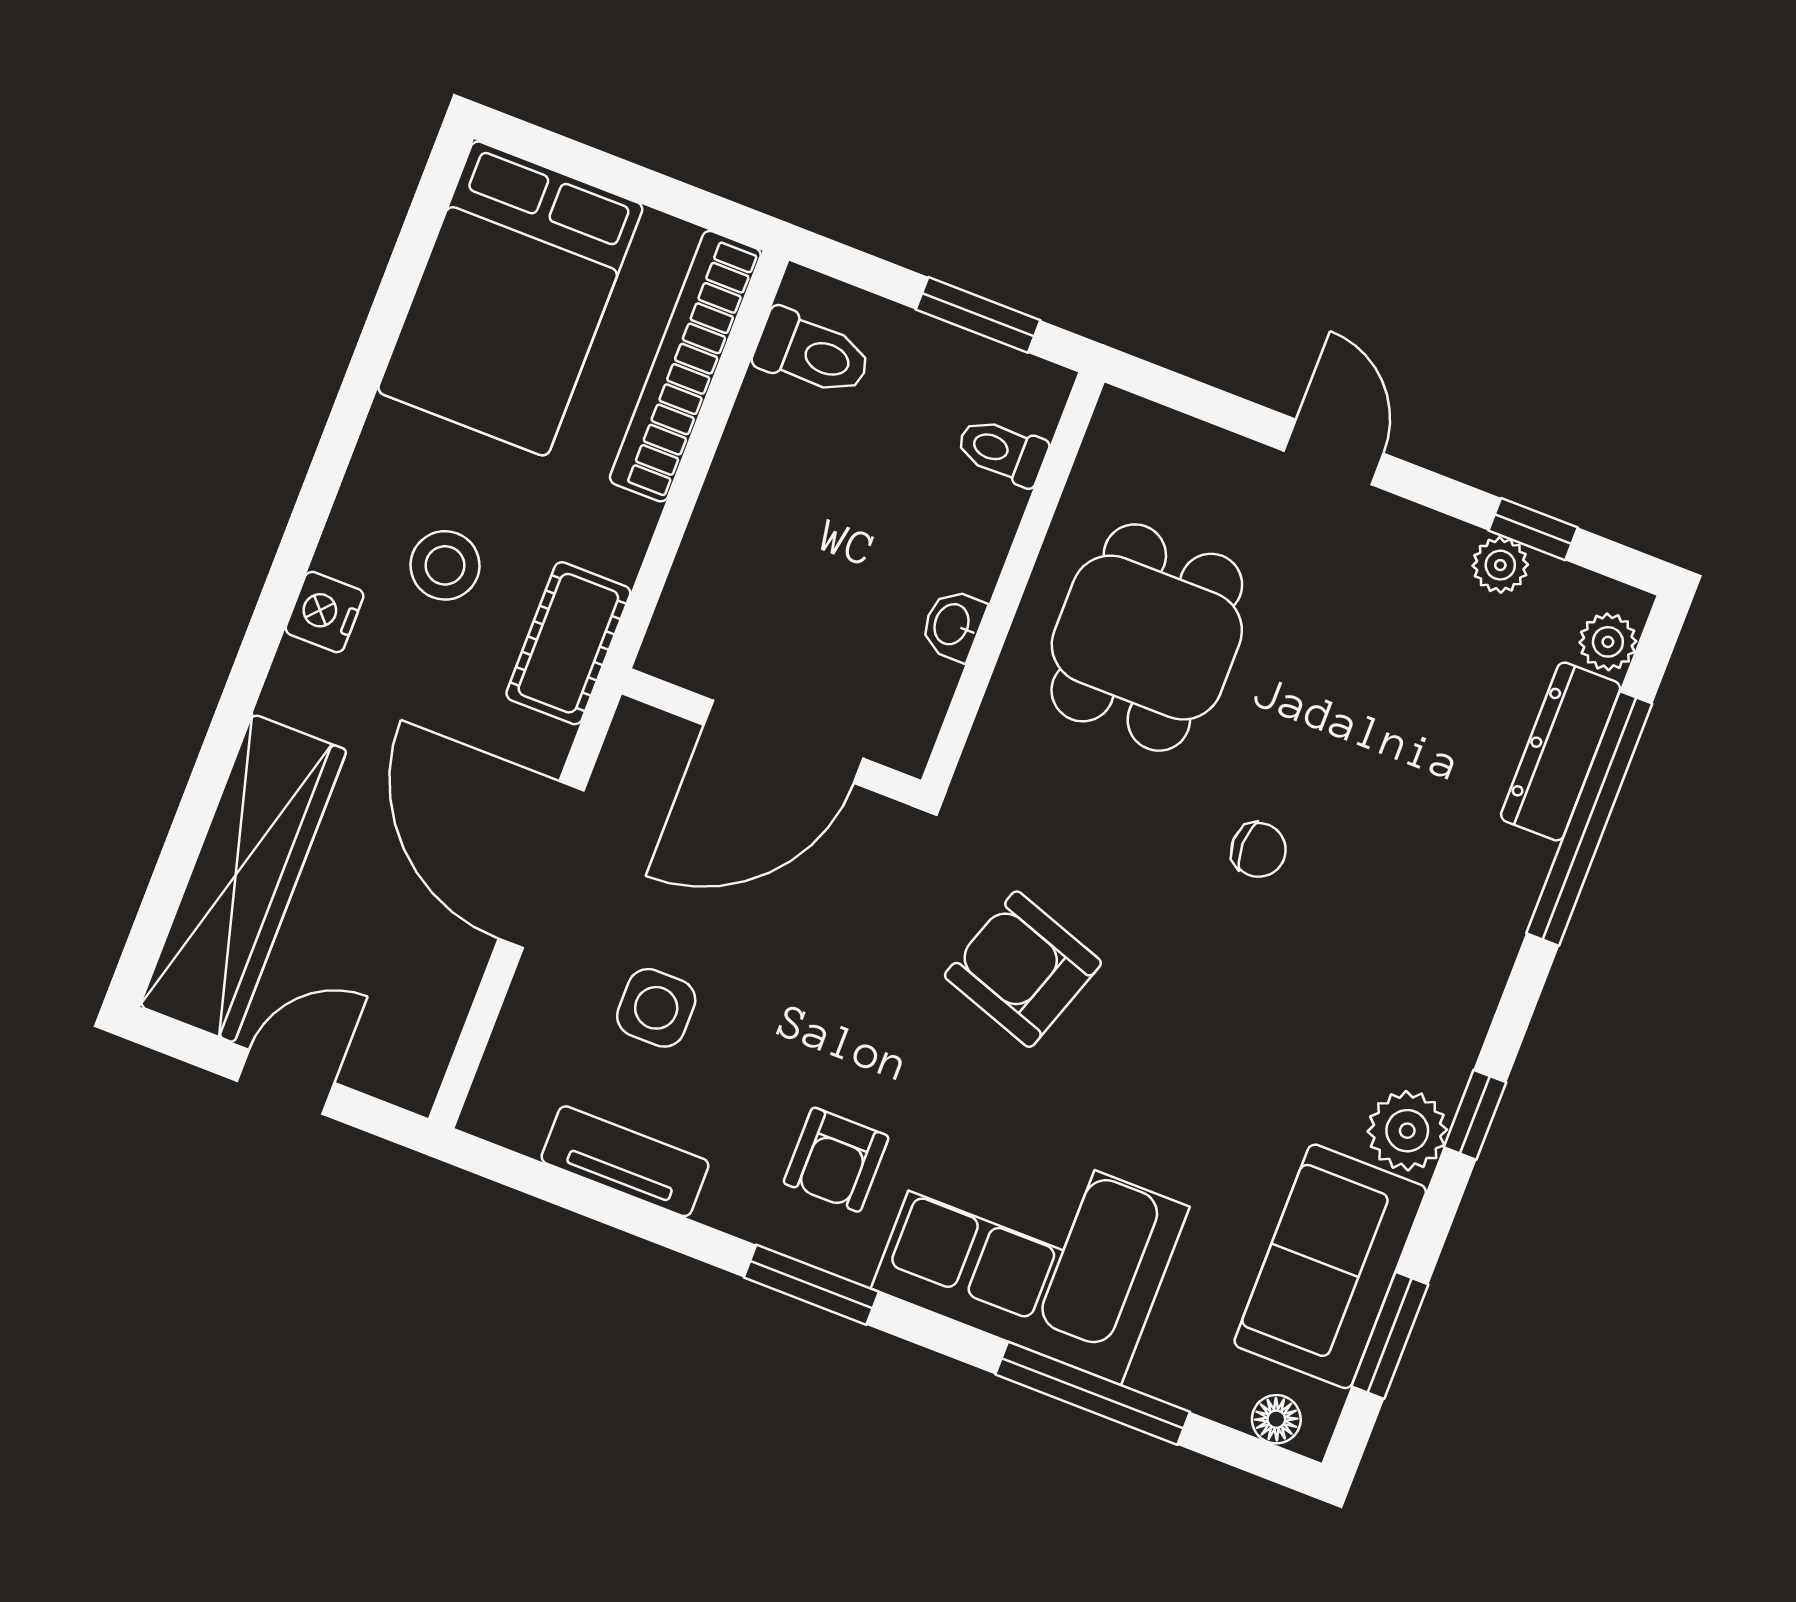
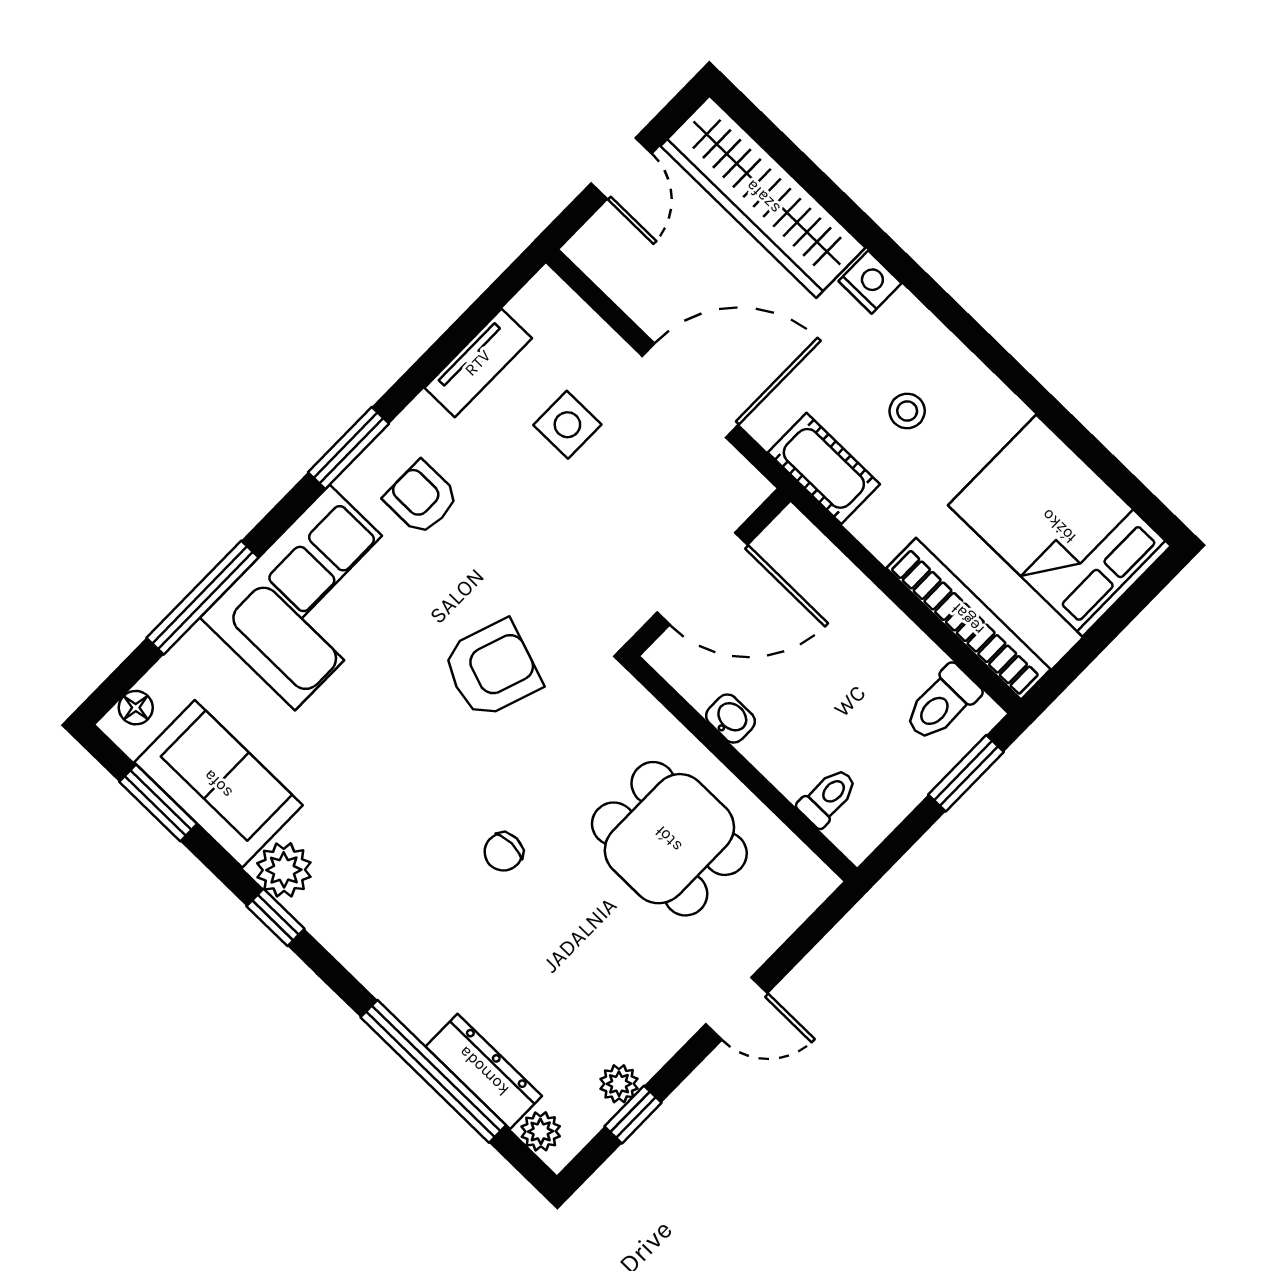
window: (978, 315) -> (966, 773), moved
stool: (445, 565) -> (907, 411), width x0.73, depth x0.73
nightstand: (325, 612) -> (870, 282), moved
door: (783, 742) -> (702, 579), swing flipped

